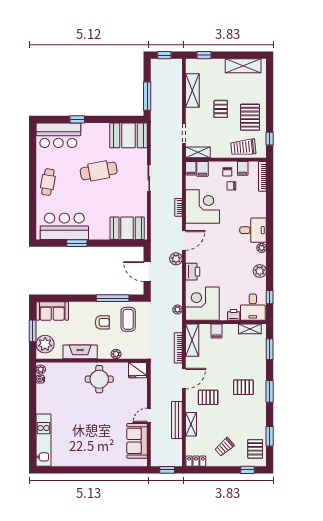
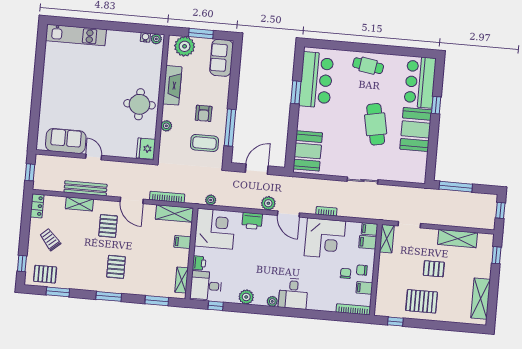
booth: (129, 135) -> (416, 129), moved
trolley: (243, 147) -> (388, 291), removed

